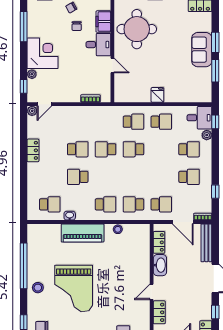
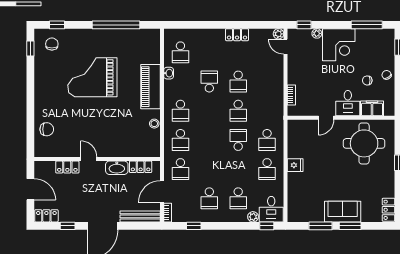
school desk: (106, 149) -> (238, 111), turned 180
school desk: (133, 204) -> (180, 140), turned 180
stool: (38, 288) -> (93, 40), removed

